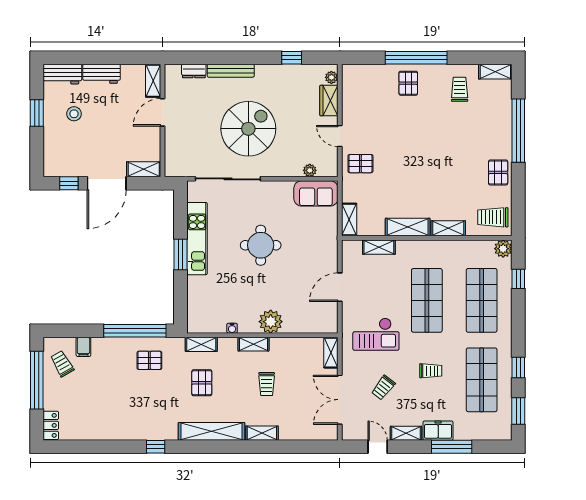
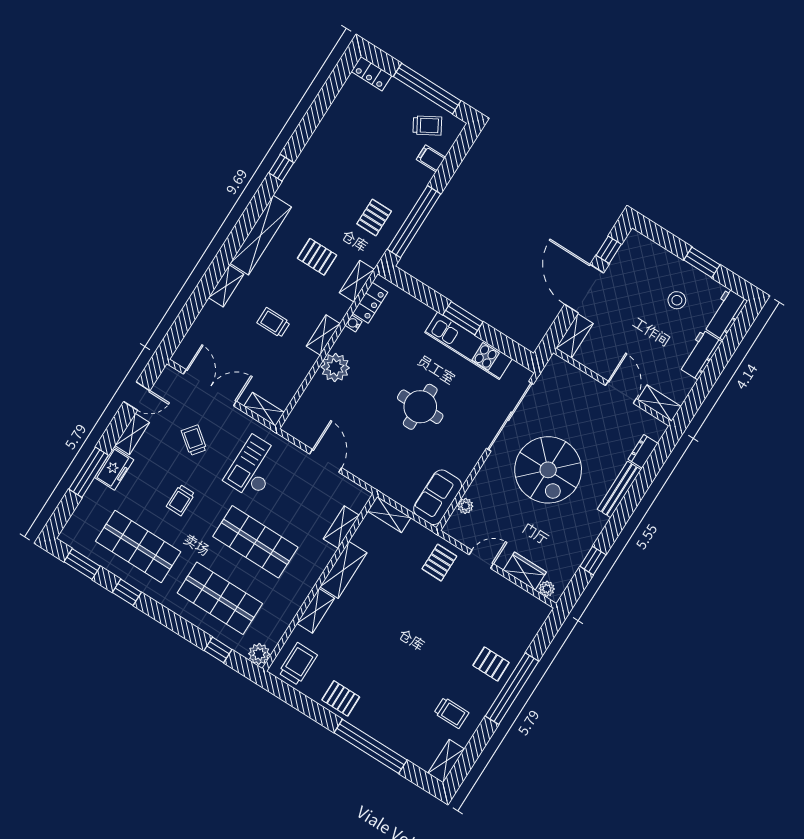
locker: (210, 326) -> (370, 303), added

